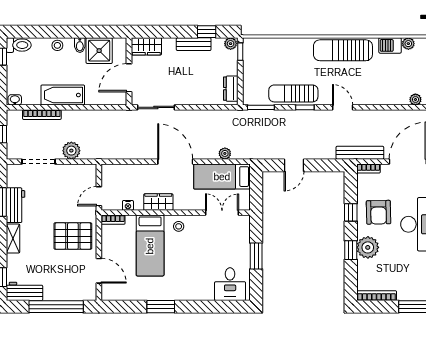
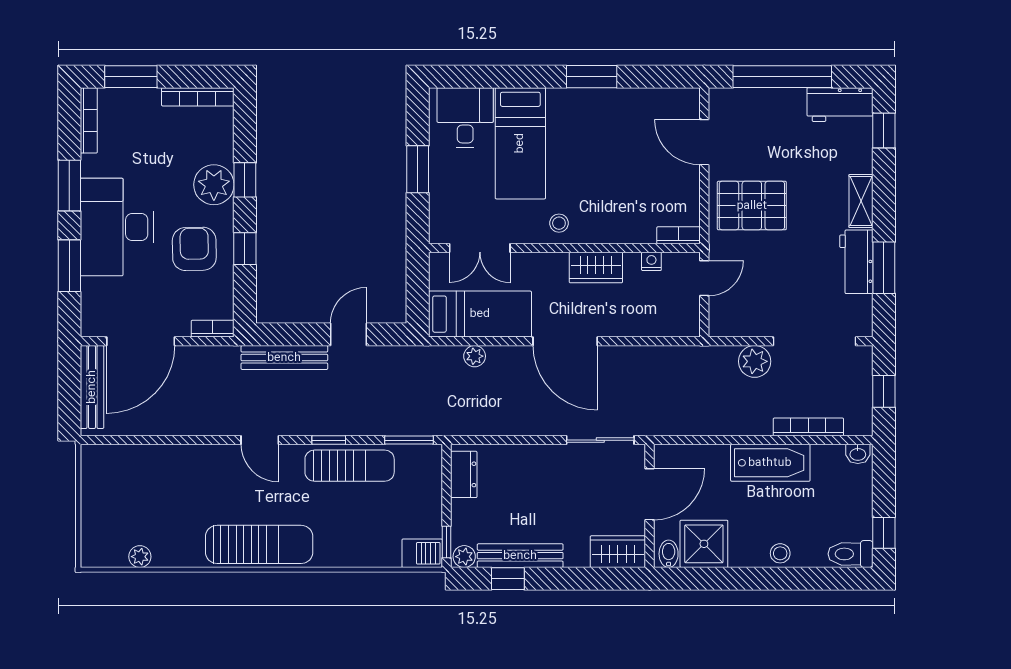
bench: (194, 44) -> (520, 556), width x1.36
bidet: (80, 45) -> (669, 554), moved
barbecue: (390, 45) -> (422, 553), moved
plant: (415, 99) -> (127, 455), removed
bench: (360, 153) -> (284, 358), moved
doorway: (39, 162) -> (814, 341), width x1.36
bed: (150, 246) -> (520, 143), moved, turned 180

